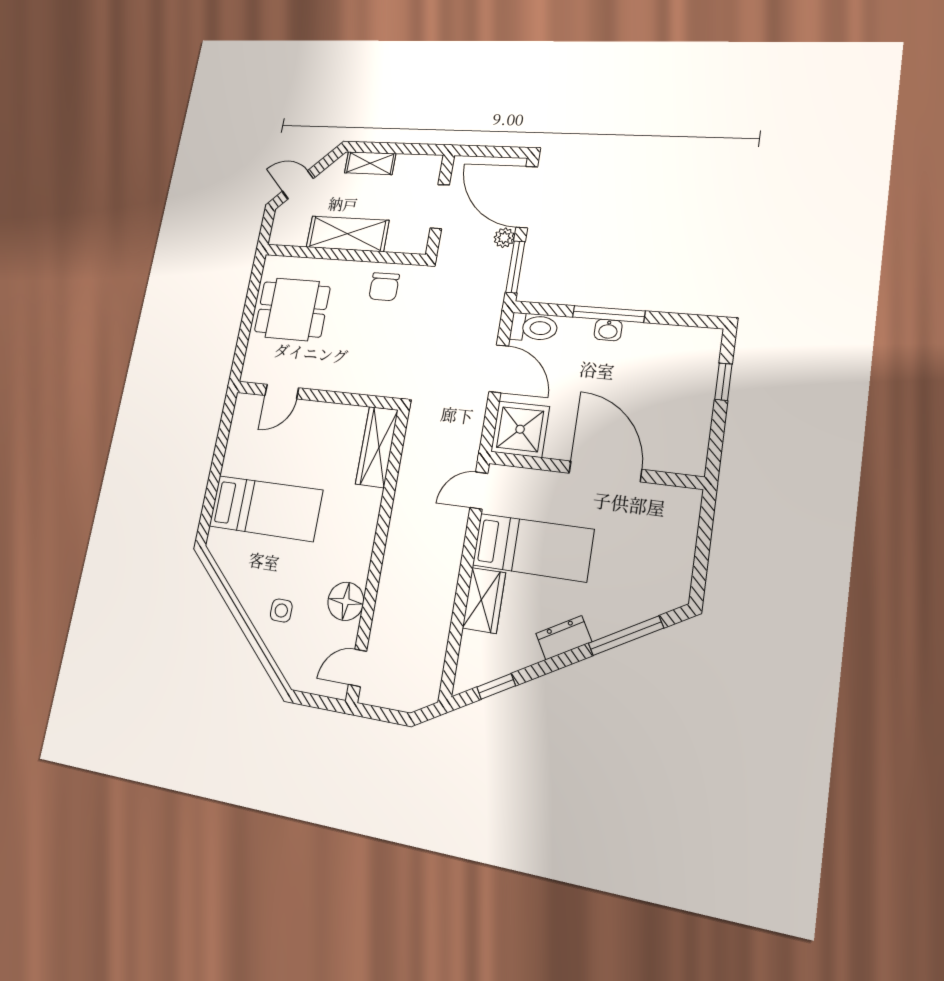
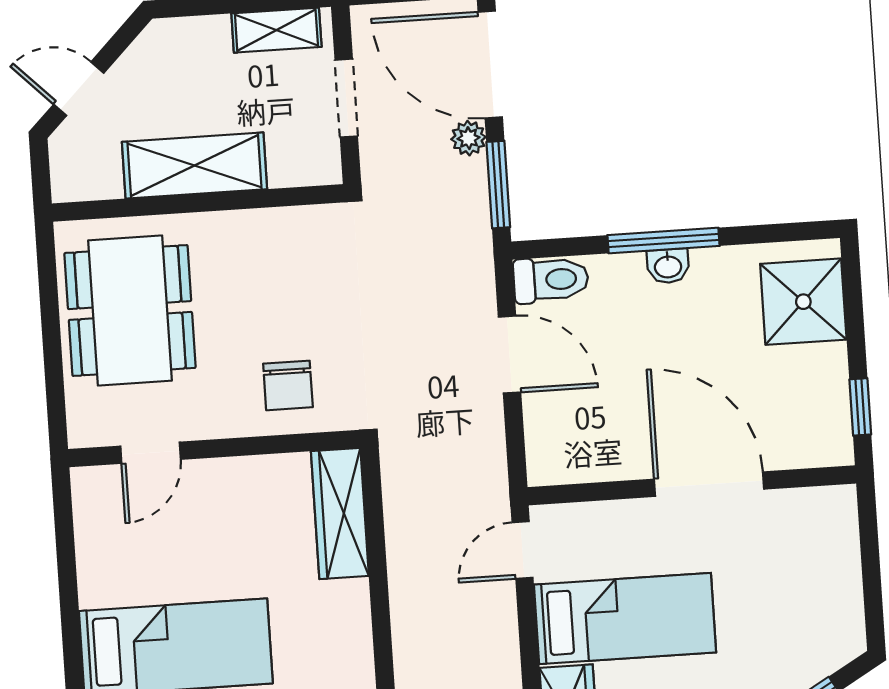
shelving: (370, 163) -> (276, 30), moved
chair: (384, 287) -> (288, 385), moved
dining table: (292, 309) -> (130, 310), width x1.38
window: (723, 382) -> (860, 407), moved
shower: (520, 429) -> (803, 302), moved

